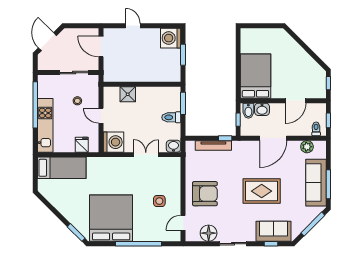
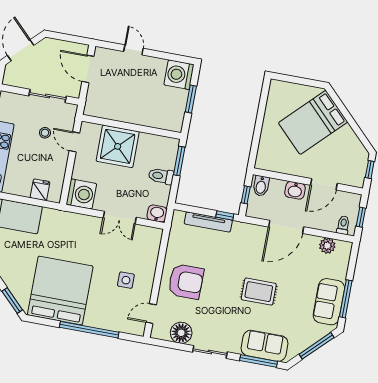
bed: (255, 76) -> (313, 122), moved, turned -135
shower: (128, 94) -> (118, 146), width x1.86, depth x1.86
washbasin: (262, 109) -> (295, 190), moved
door: (101, 116) -> (74, 142), moved
double door: (146, 155) -> (120, 218), swing flipped
sofa: (316, 183) -> (329, 302), width x0.73
rug: (262, 191) -> (259, 292), width x0.73, depth x0.70
window: (271, 244) -> (259, 361), width x2.17

